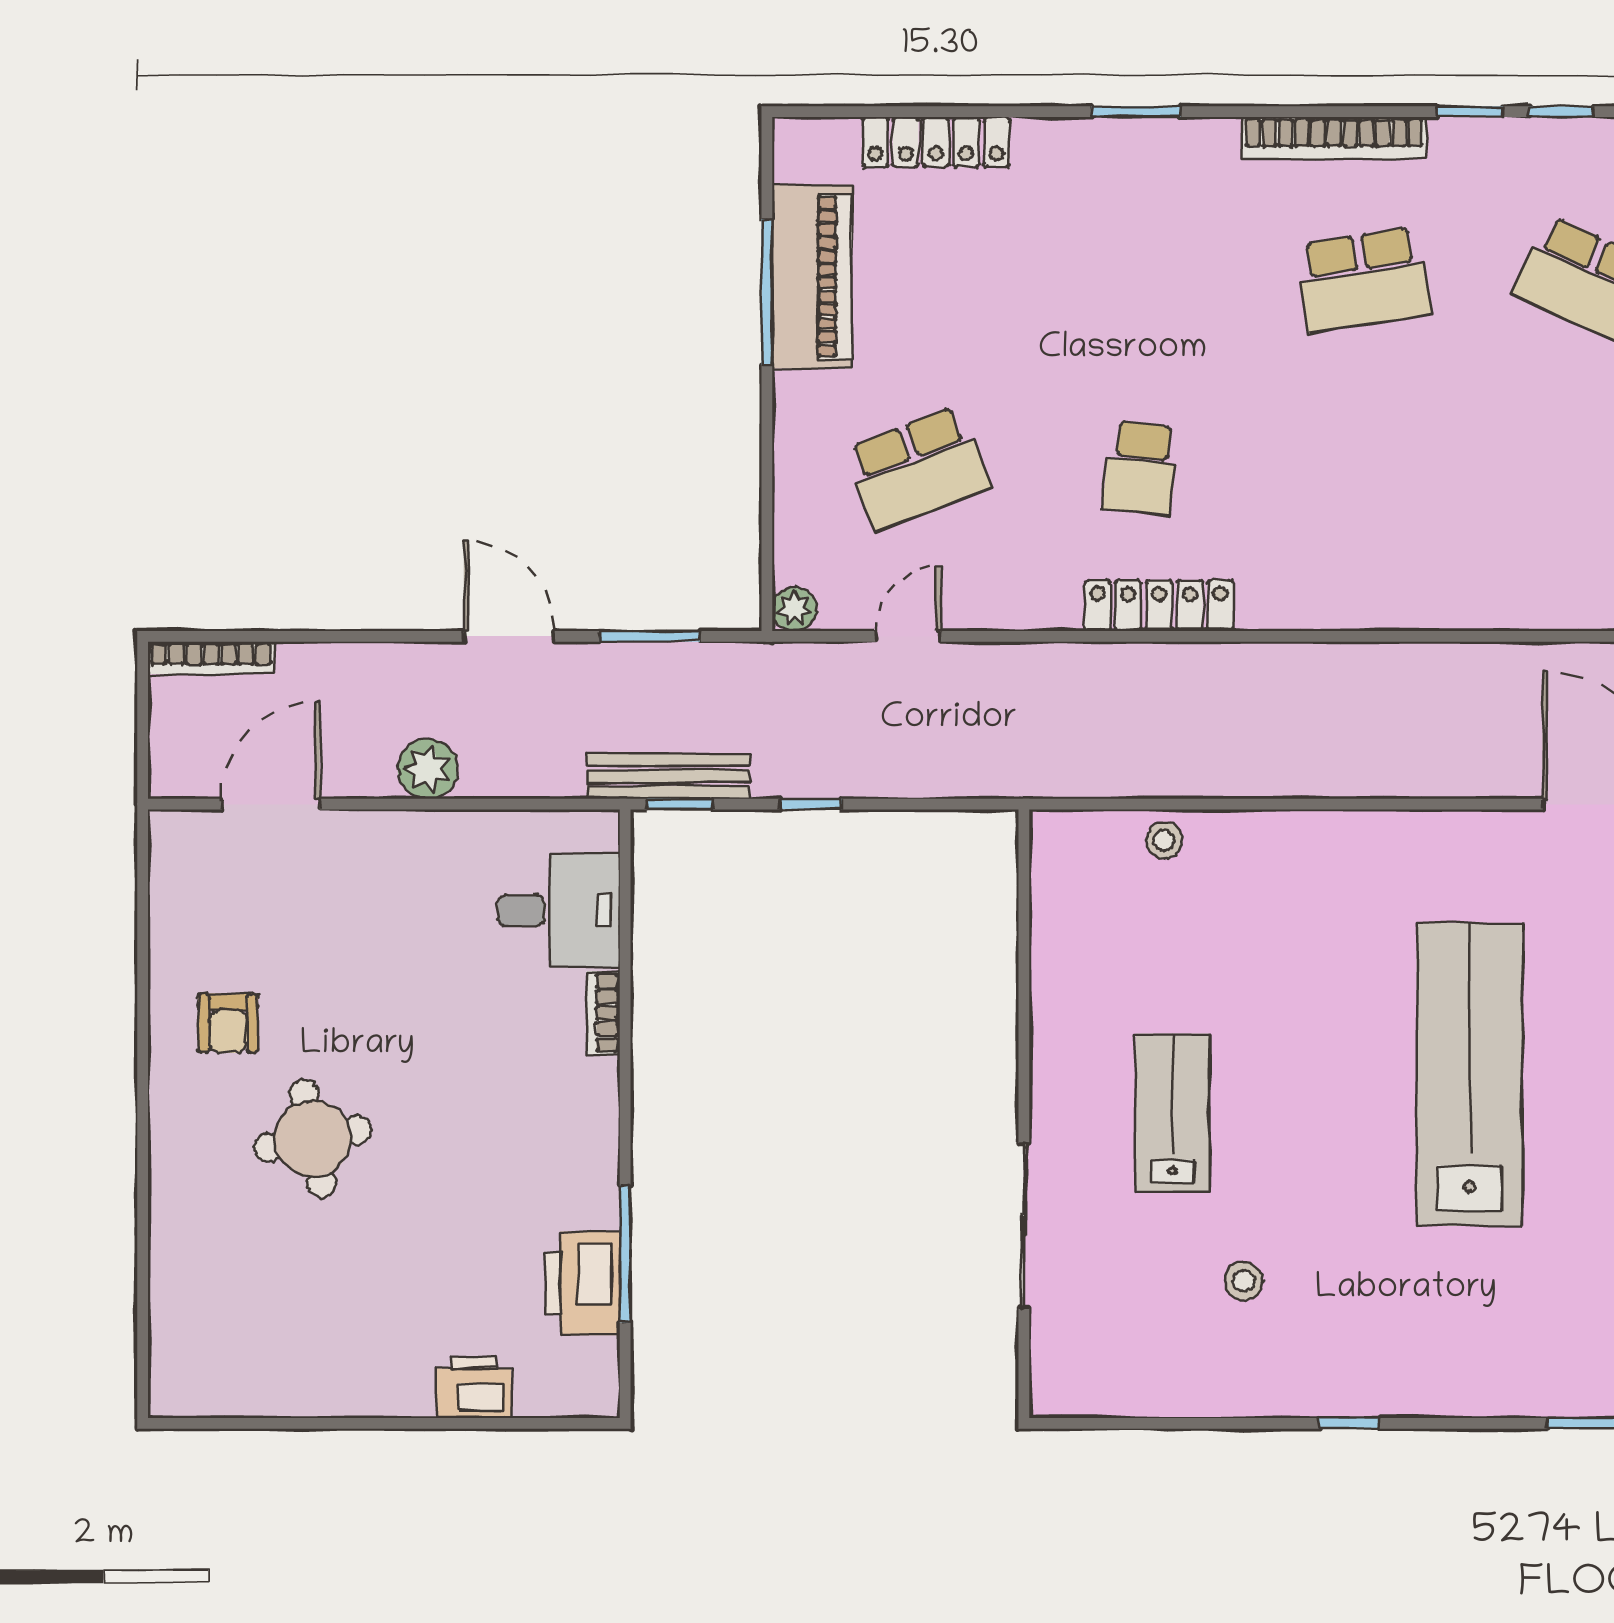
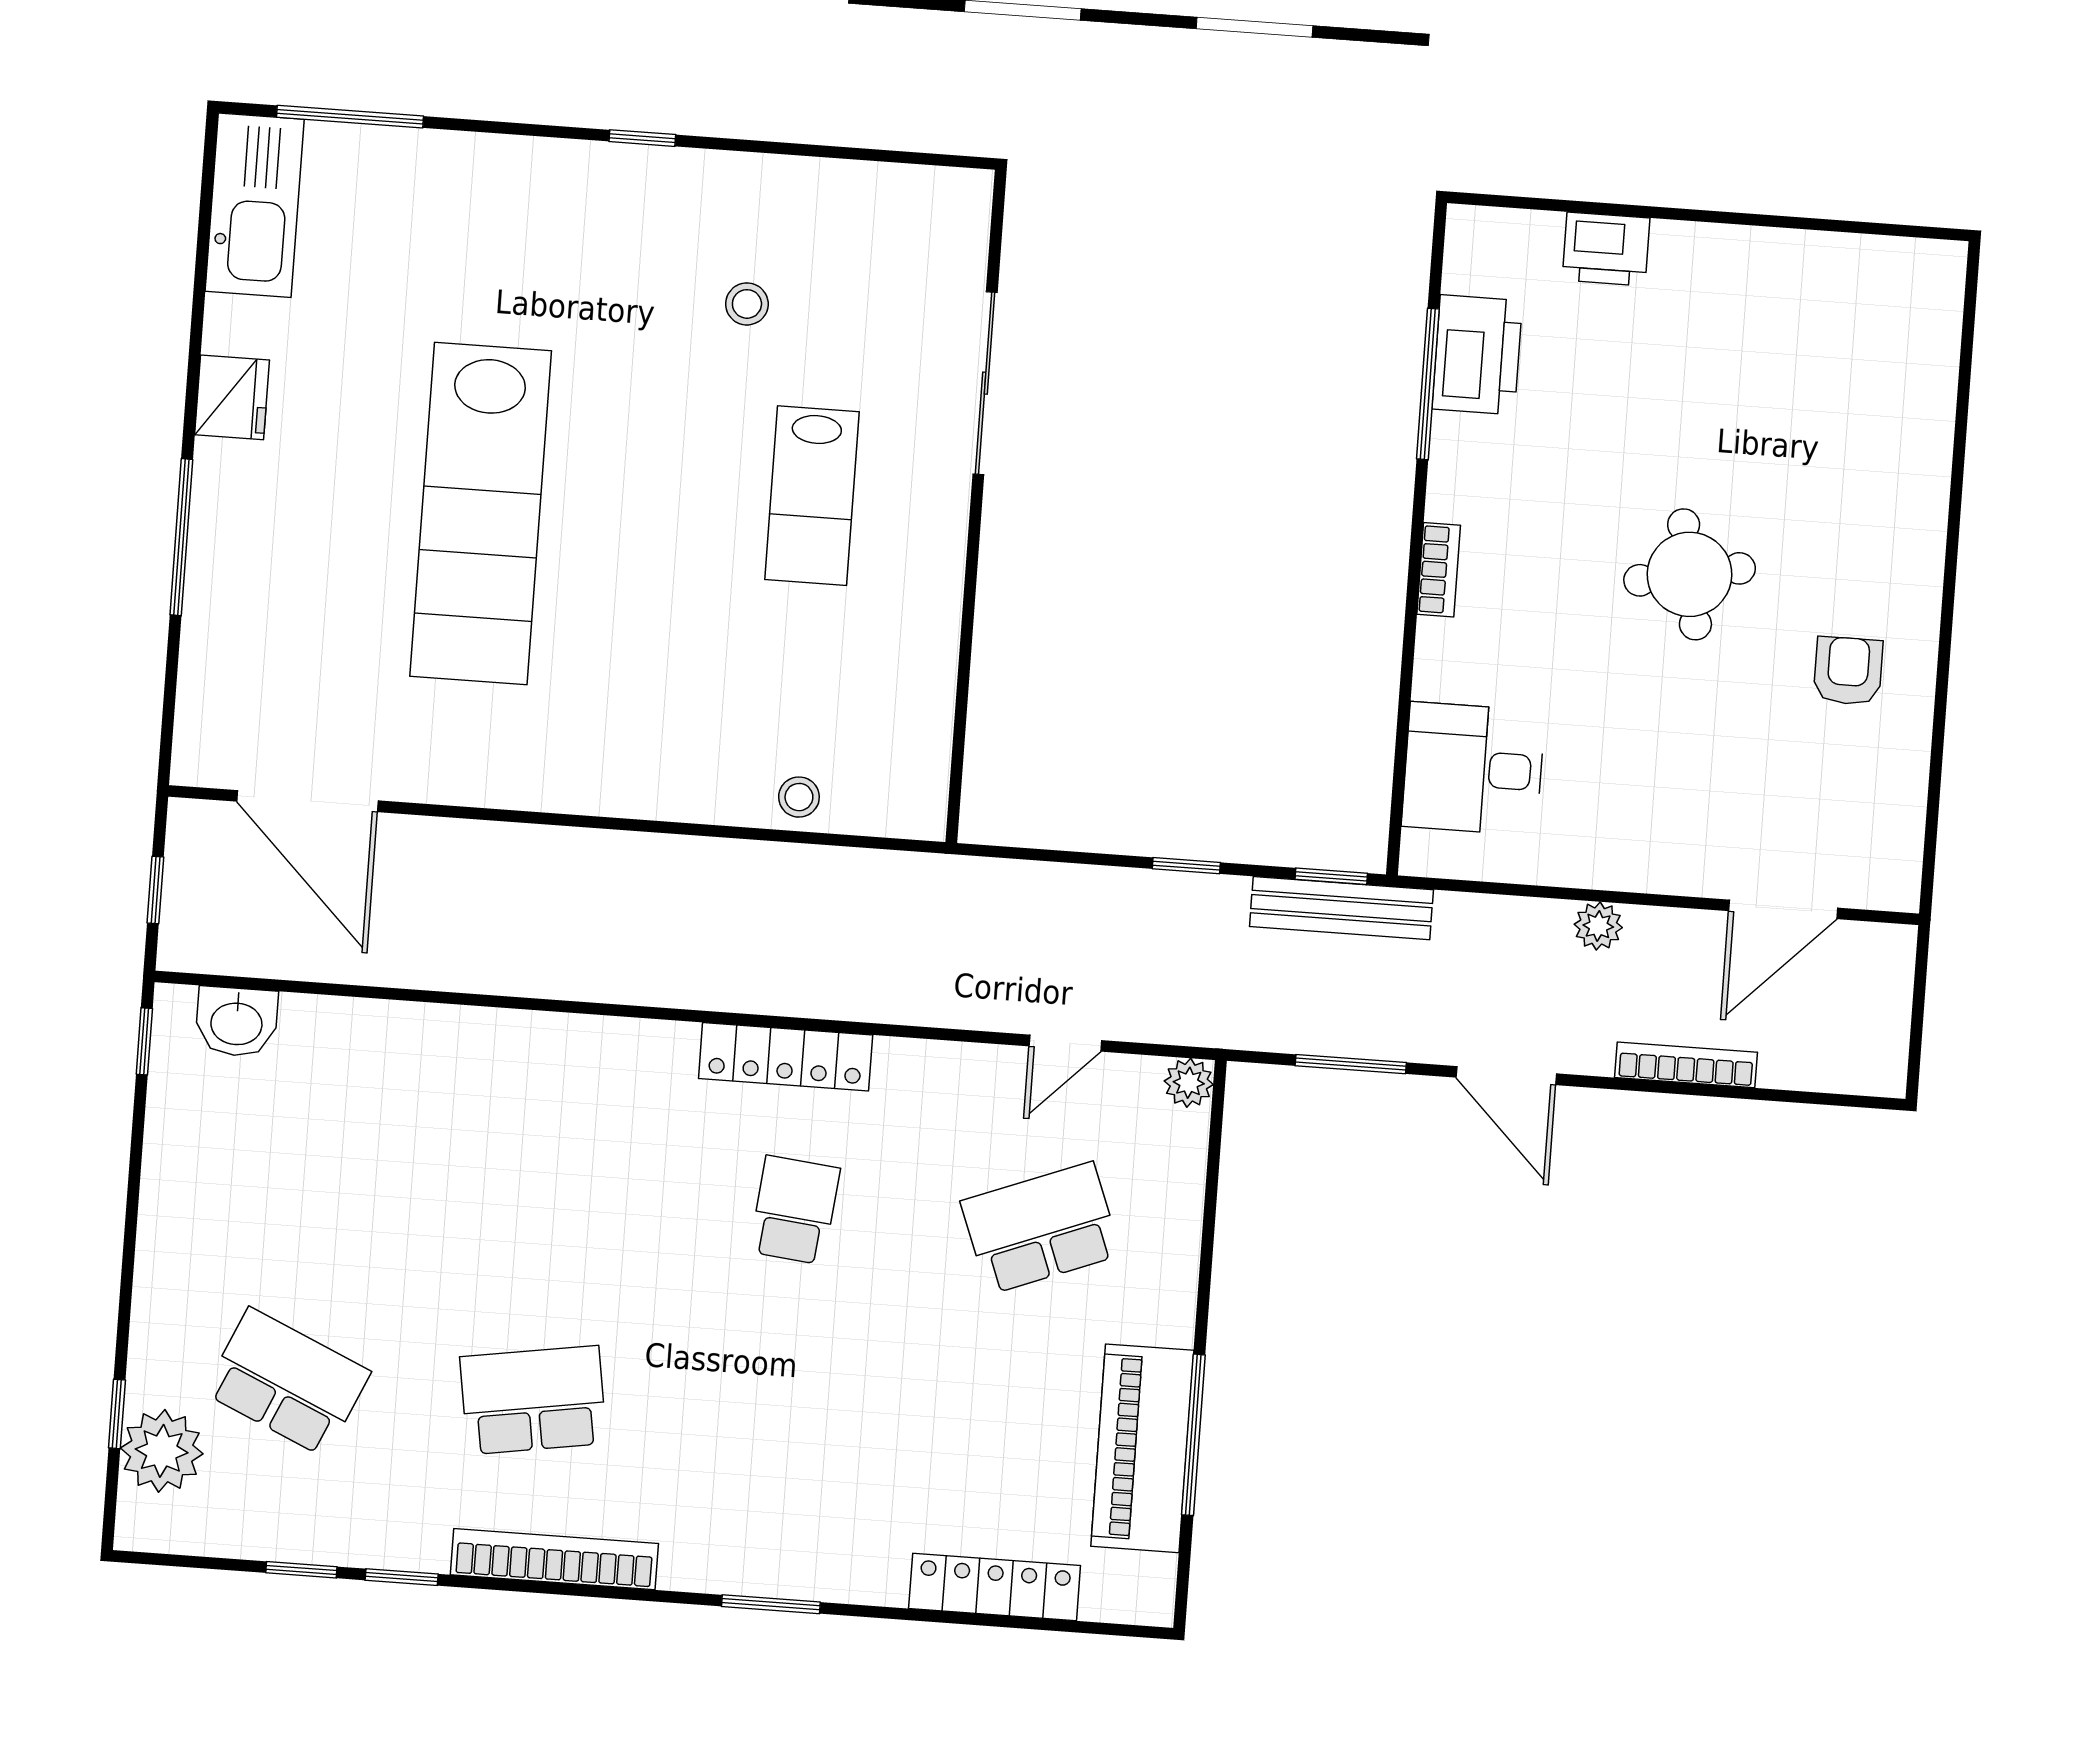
bookcase: (211, 658) -> (1686, 1065), moved
plant: (428, 769) -> (1598, 926), width x0.73, depth x0.73
bookcase: (603, 1013) -> (1439, 570), moved
round table: (313, 1139) -> (1690, 574), moved

